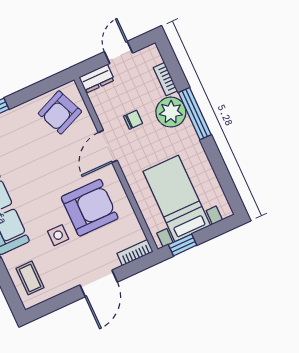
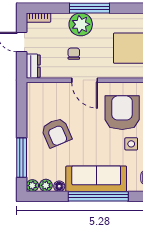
bookcase: (165, 79) -> (38, 18), moved
armchair: (60, 112) -> (56, 133), moved

